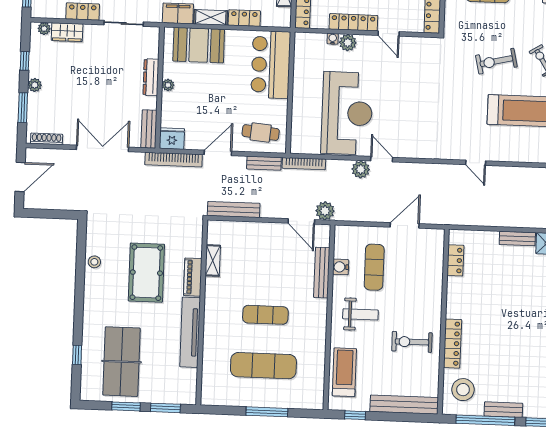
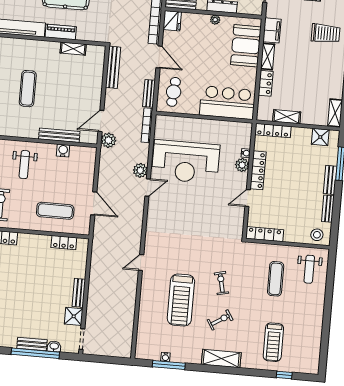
exercise bike: (496, 61) -> (221, 283), width x0.73, depth x0.72
exercise mat: (374, 267) -> (55, 211), moved

